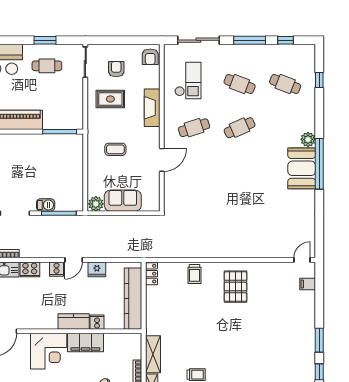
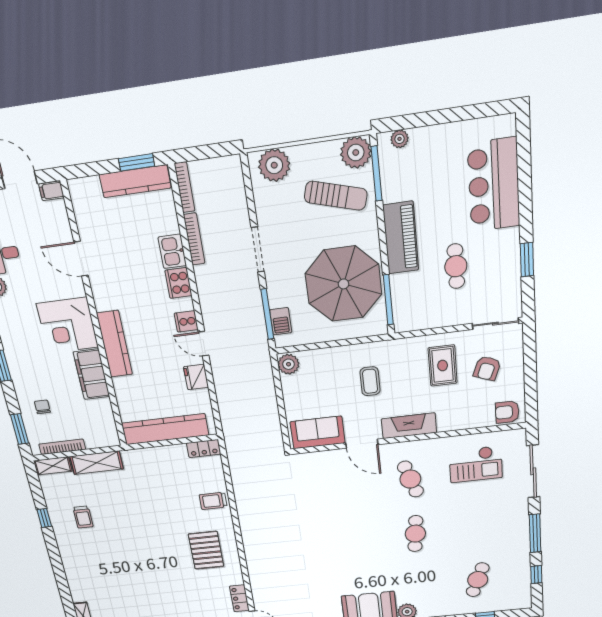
cafe table: (47, 66) -> (456, 266), moved
armchair: (116, 69) -> (487, 368), turned 111
cafe table: (240, 84) -> (475, 528), removed
fireplace: (152, 108) -> (409, 426), moved
cafe table: (240, 128) -> (415, 534), turned 30
parasol: (45, 160) -> (344, 284), added
sofa: (123, 201) -> (318, 432), moved, turned -90
barbecue: (46, 205) -> (281, 321), moved
locker: (281, 268) -> (239, 598), added
pallet: (235, 287) -> (206, 550), turned 90
kitchen counter: (74, 322) -> (115, 344), width x1.50
cooker: (97, 322) -> (123, 386), removed

